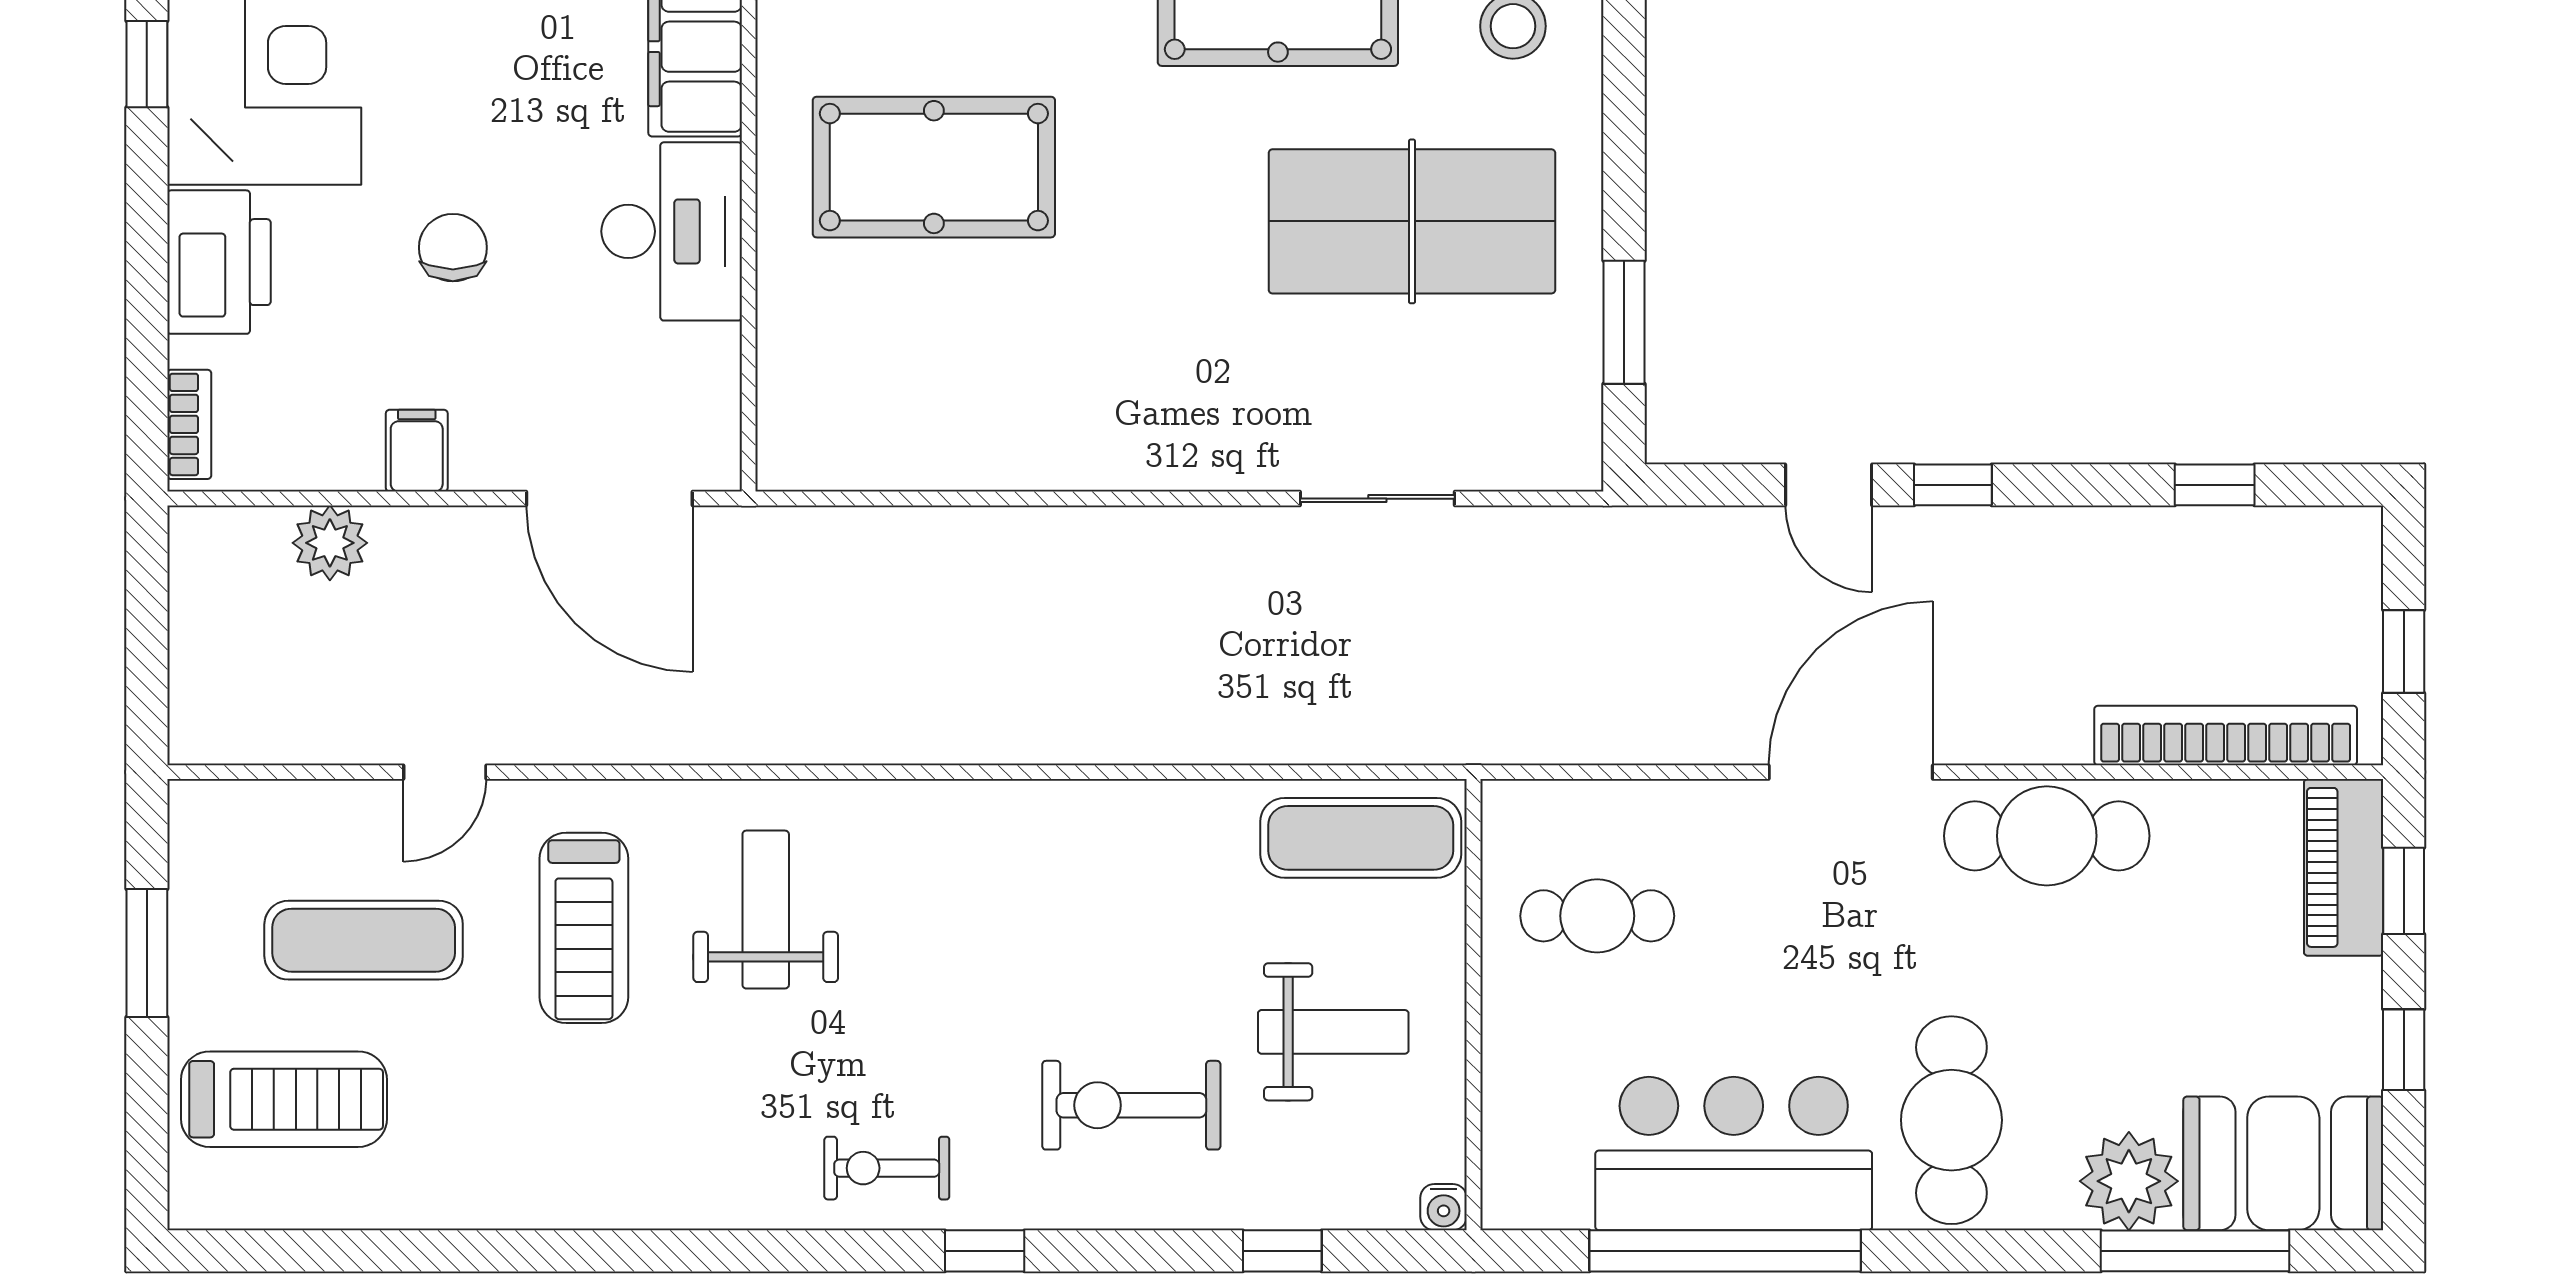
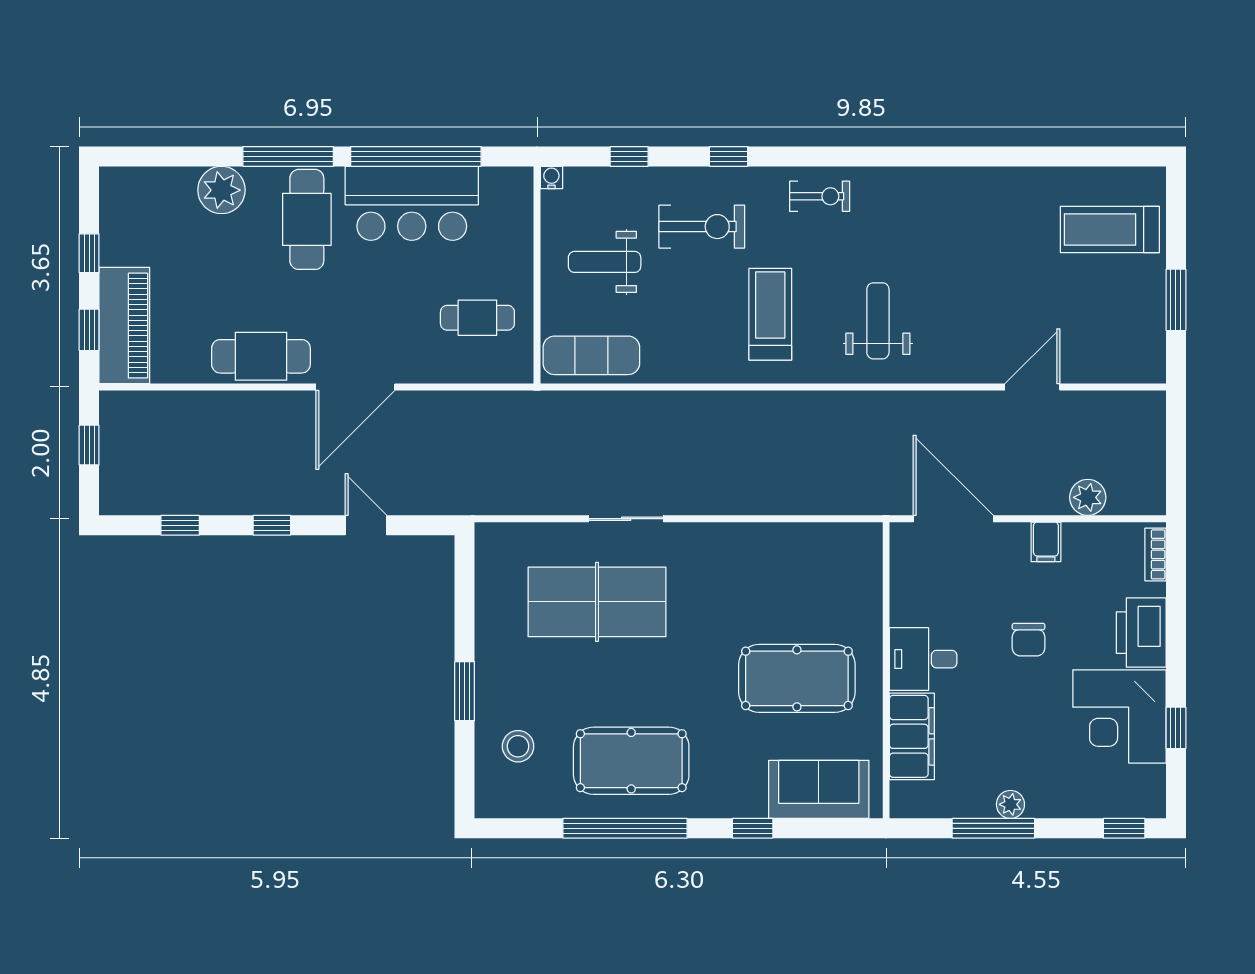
table tennis table: (1412, 221) -> (597, 602), moved
desk: (672, 231) -> (923, 659), width x0.73
window: (1624, 322) -> (465, 691), moved
window: (1953, 485) -> (272, 525), moved
sliding door: (1377, 499) -> (626, 519), moved
bookcase: (2226, 735) -> (175, 405), removed
door: (445, 772) -> (1032, 387), width x1.38
piano: (2344, 867) -> (124, 326), width x1.37, depth x1.33
weight bench: (766, 910) -> (878, 321), turned 180
treadmill: (584, 928) -> (770, 314), moved
exercise mat: (364, 940) -> (1072, 306), removed
booth: (2283, 1163) -> (147, 199), removed
window: (985, 1251) -> (729, 156), moved
window: (2195, 1251) -> (288, 156), moved

